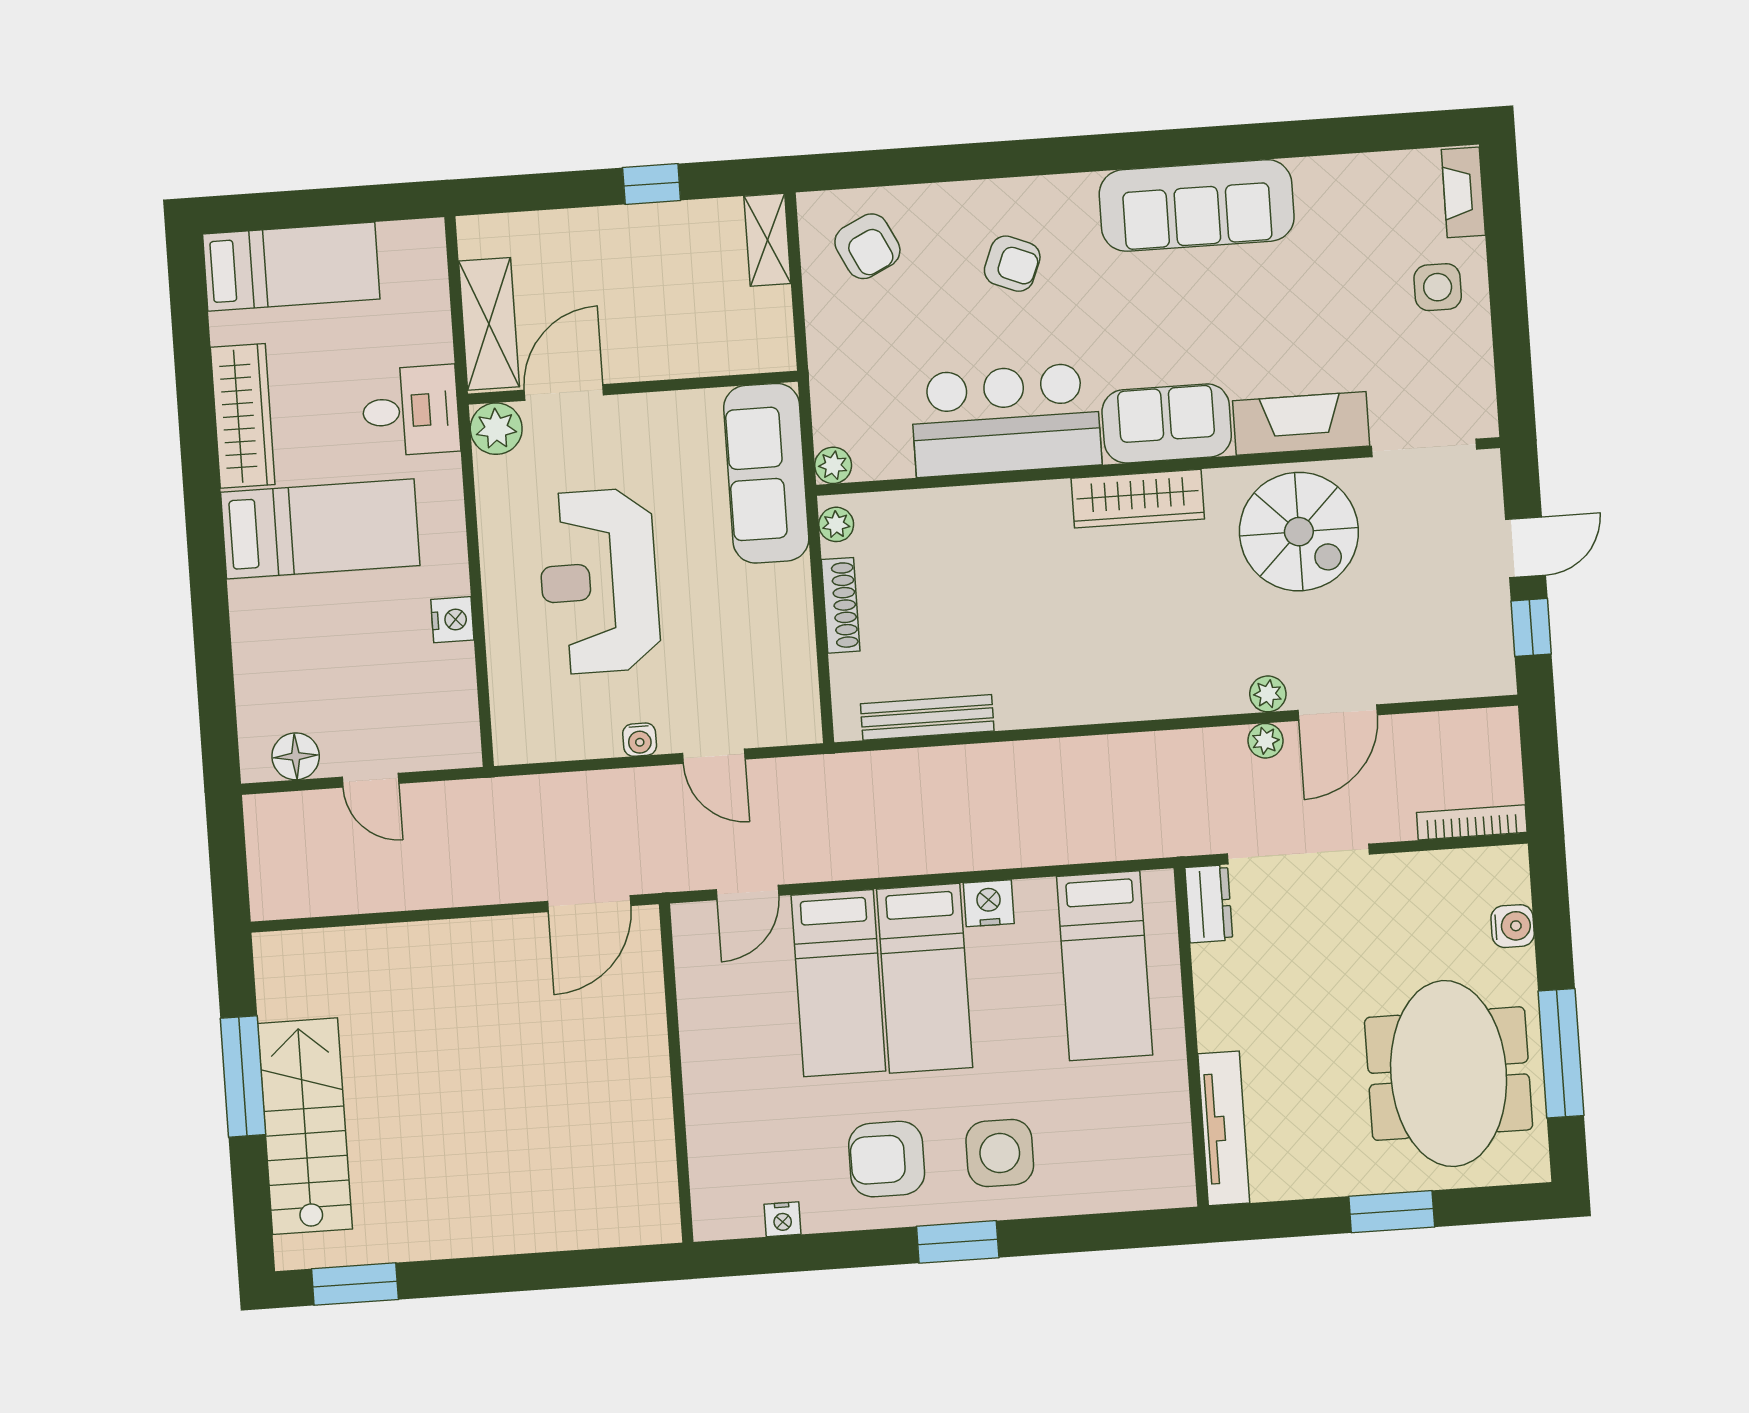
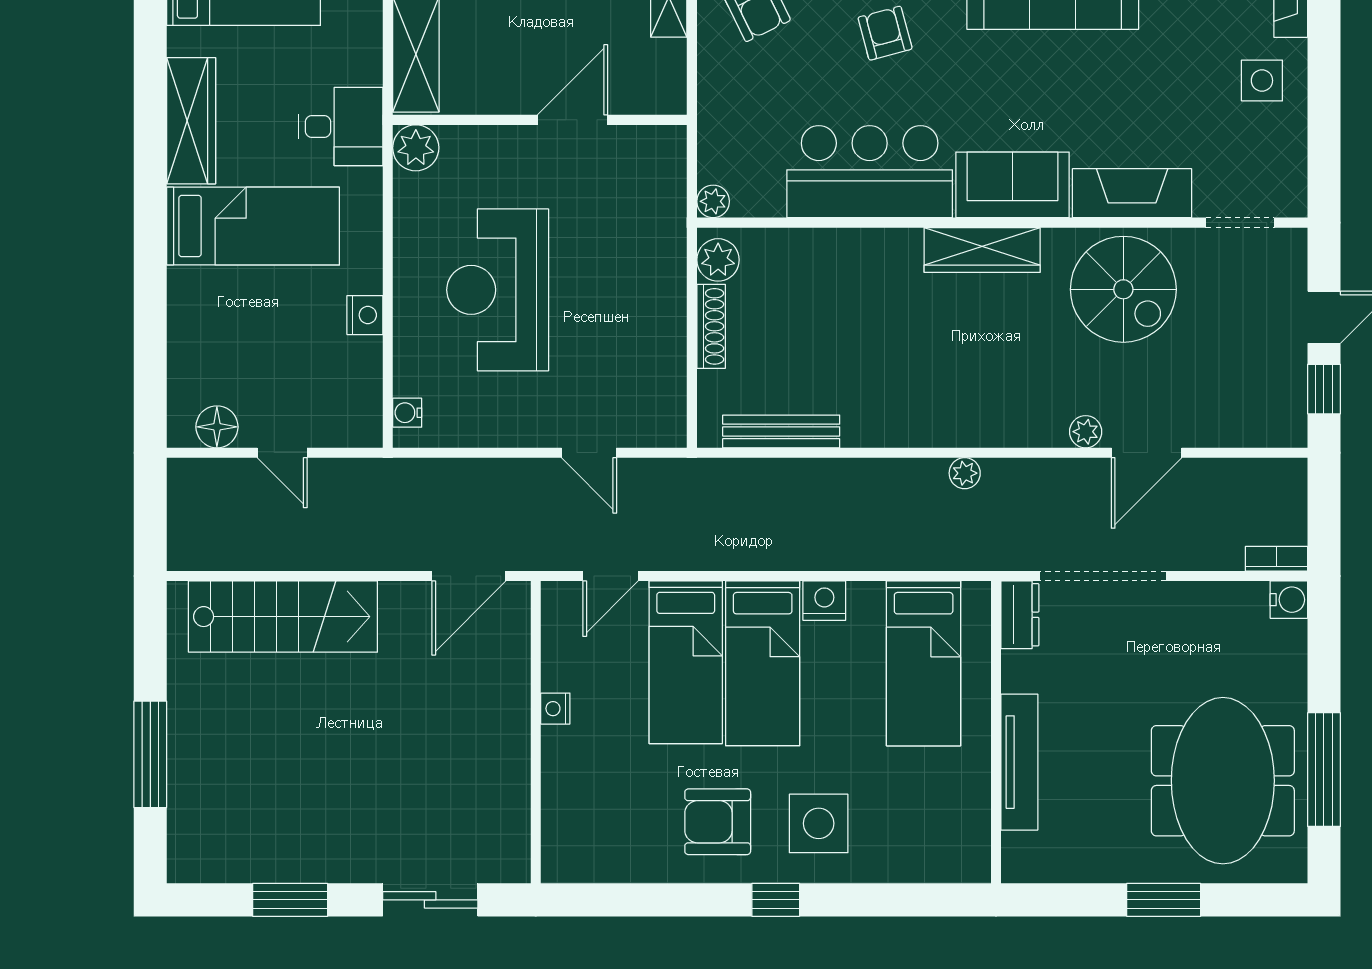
armchair: (1012, 264) -> (885, 33), turned -127
door: (564, 392) -> (573, 120), moved
doorway: (1424, 448) -> (1240, 223), width x0.73
sofa: (766, 473) -> (653, 204), removed
plant: (836, 524) -> (718, 260), width x1.38, depth x1.38
water cooler: (640, 740) -> (407, 413), moved, turned 90
plant: (1266, 741) -> (965, 473), moved
bookcase: (1472, 822) -> (1277, 559), width x0.64
water cooler: (1513, 926) -> (1289, 600), moved
window: (243, 1076) -> (150, 754), moved
stairs: (305, 1126) -> (283, 617), moved, turned 90
tv unit: (1224, 1128) -> (1019, 762), moved
nightstand: (783, 1219) -> (555, 709), moved, turned 90
window: (958, 1242) -> (776, 900), width x0.67
sliding door: (571, 1269) -> (430, 900), added
window: (355, 1284) -> (290, 900), moved

